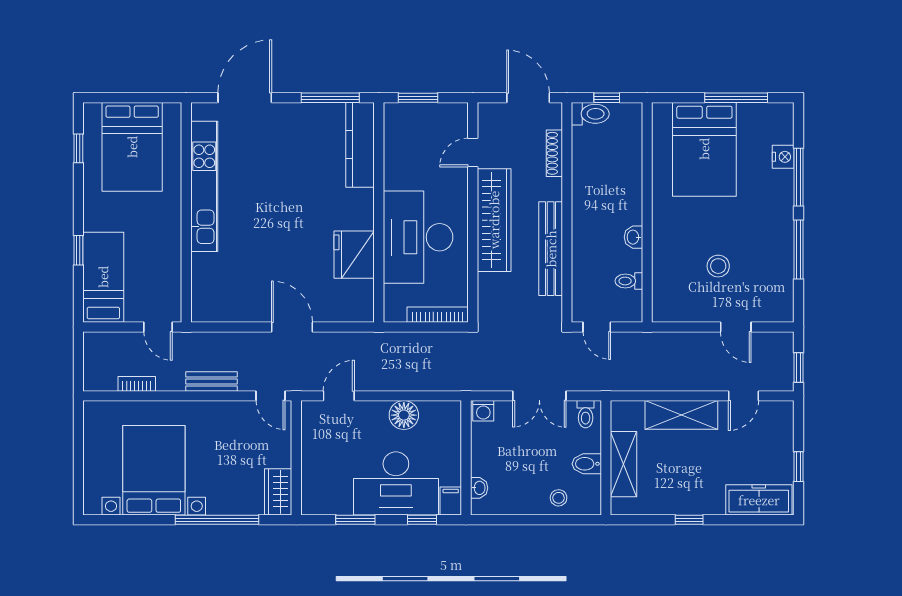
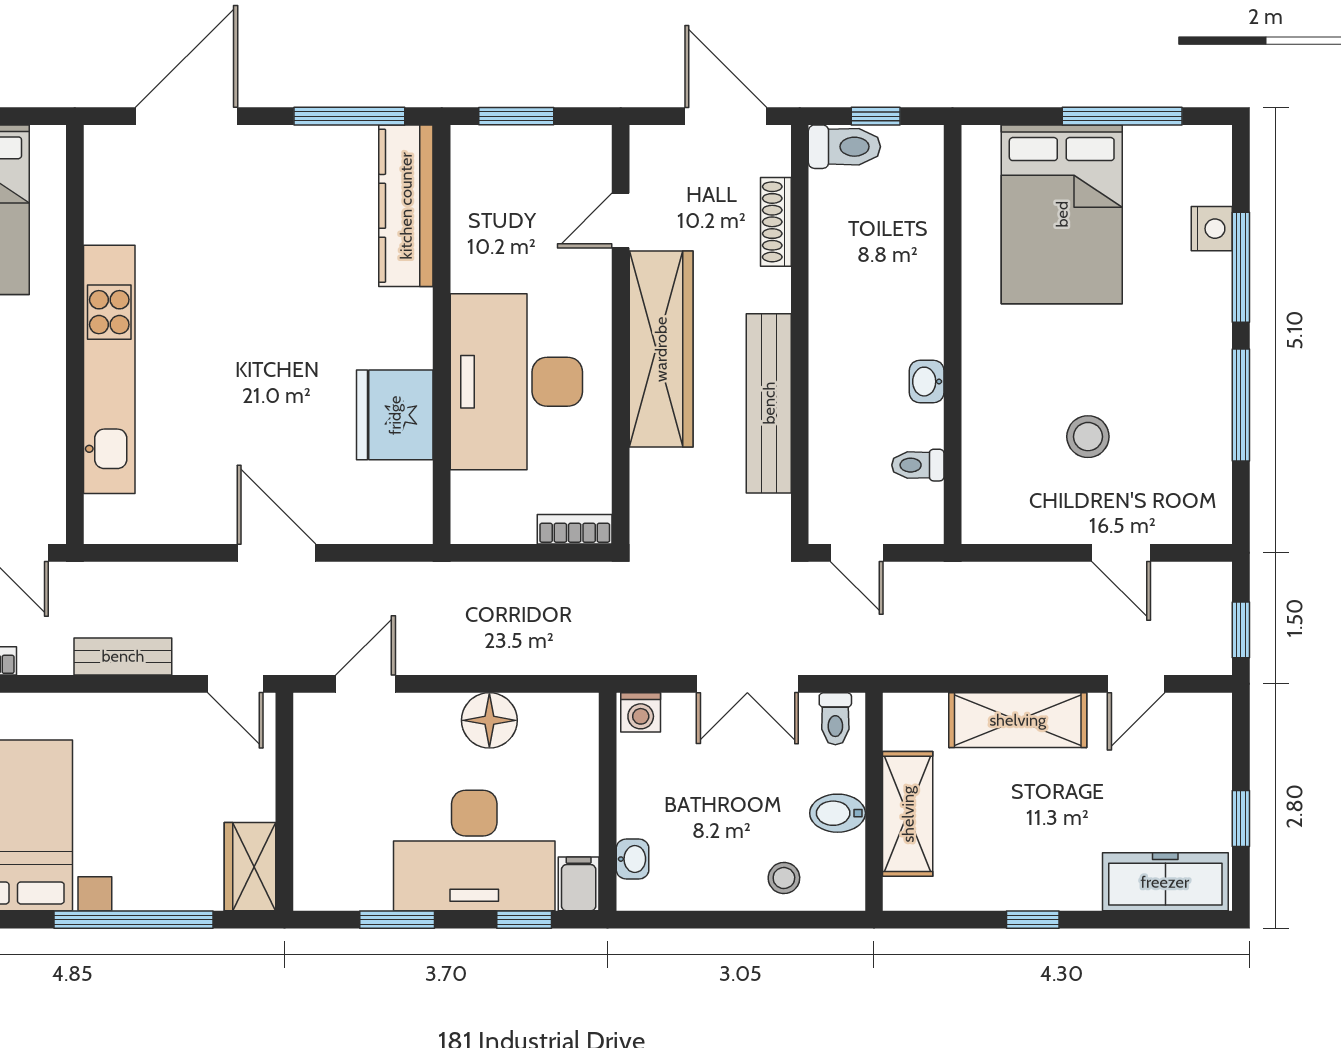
kitchen unit: (204, 186) -> (109, 369), moved
bookcase: (438, 315) -> (575, 529), width x0.64

